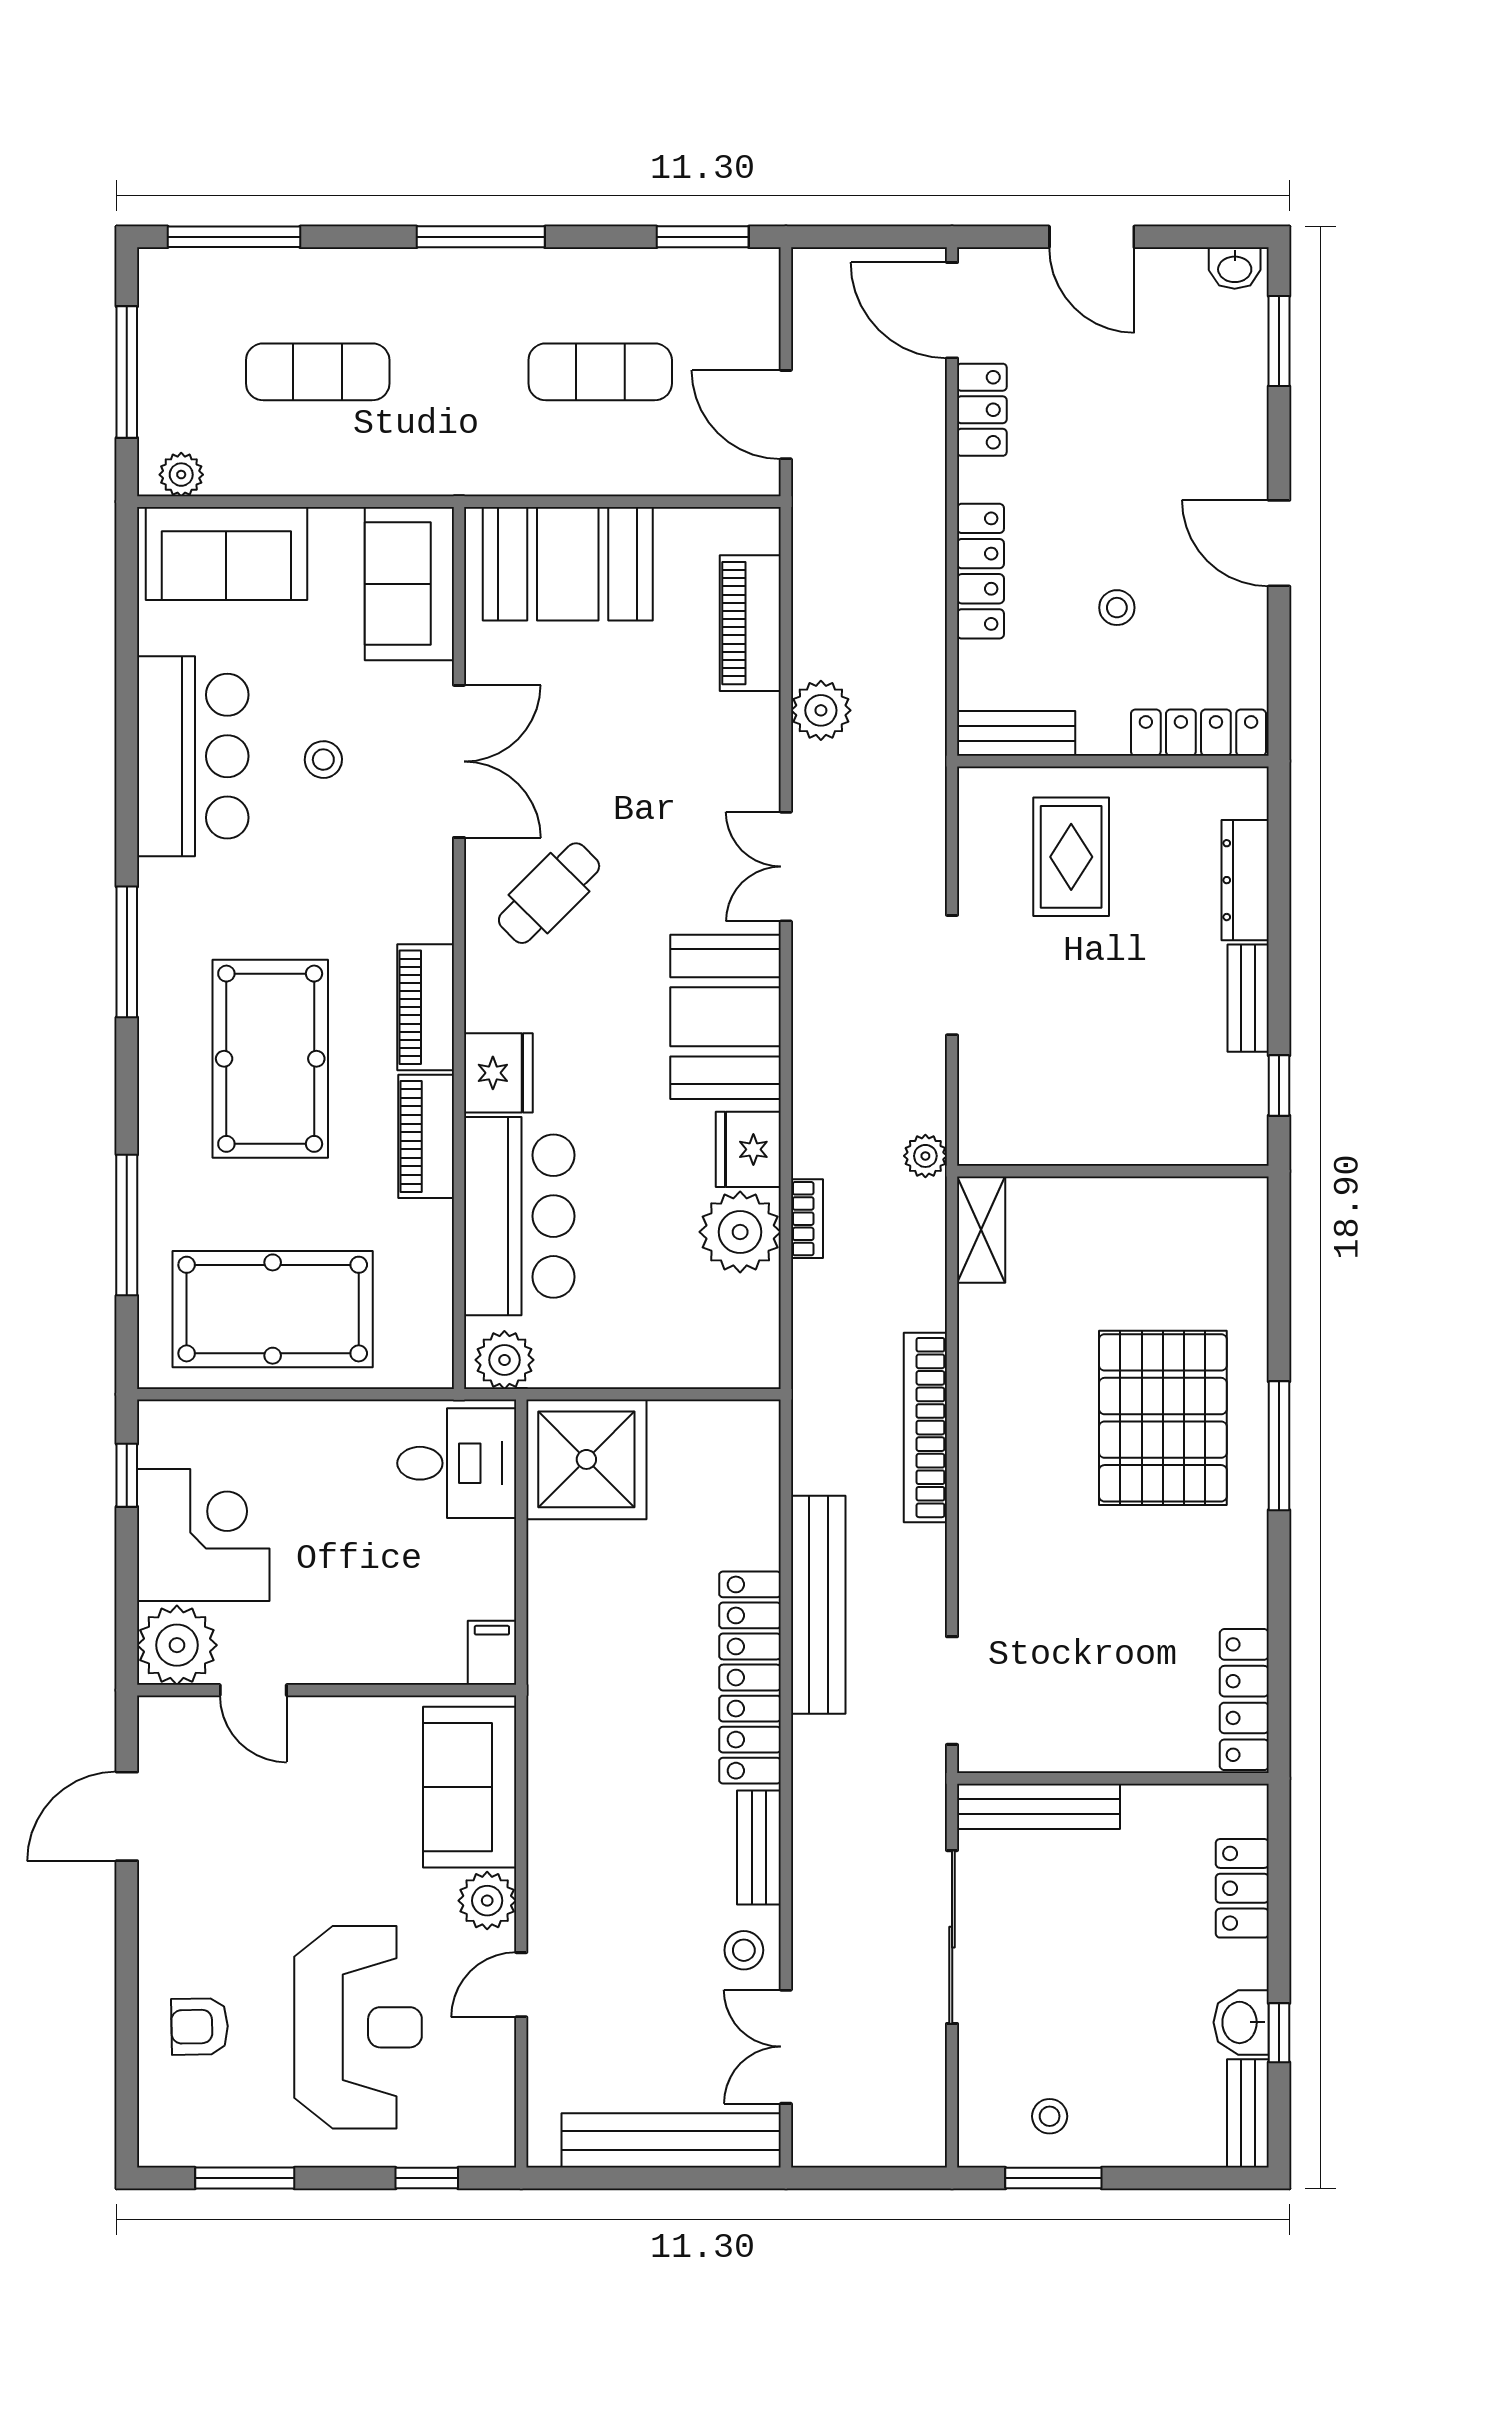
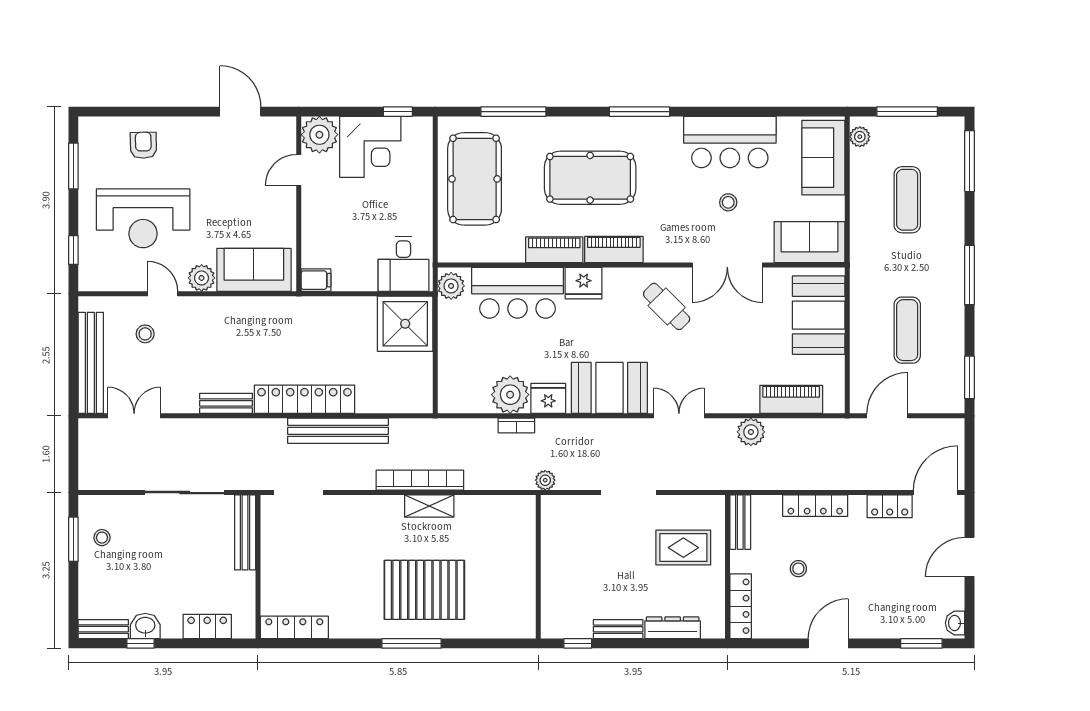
shelving: (981, 1230) -> (429, 506), moved
stool: (744, 1950) -> (145, 334), moved

